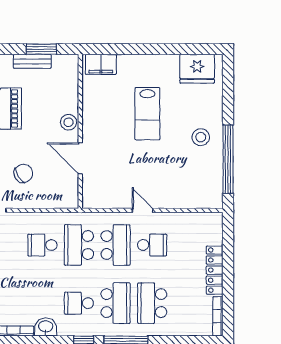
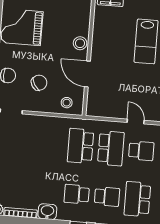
stool: (58, 195) -> (67, 103), added
school desk: (42, 245) -> (50, 143), removed
school desk: (116, 303) -> (107, 197), width x0.54

